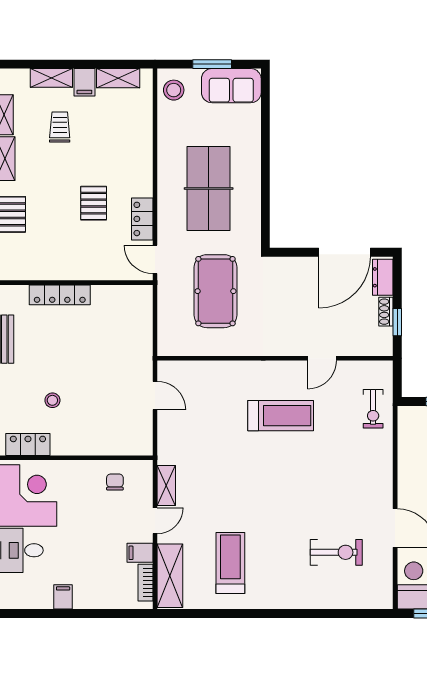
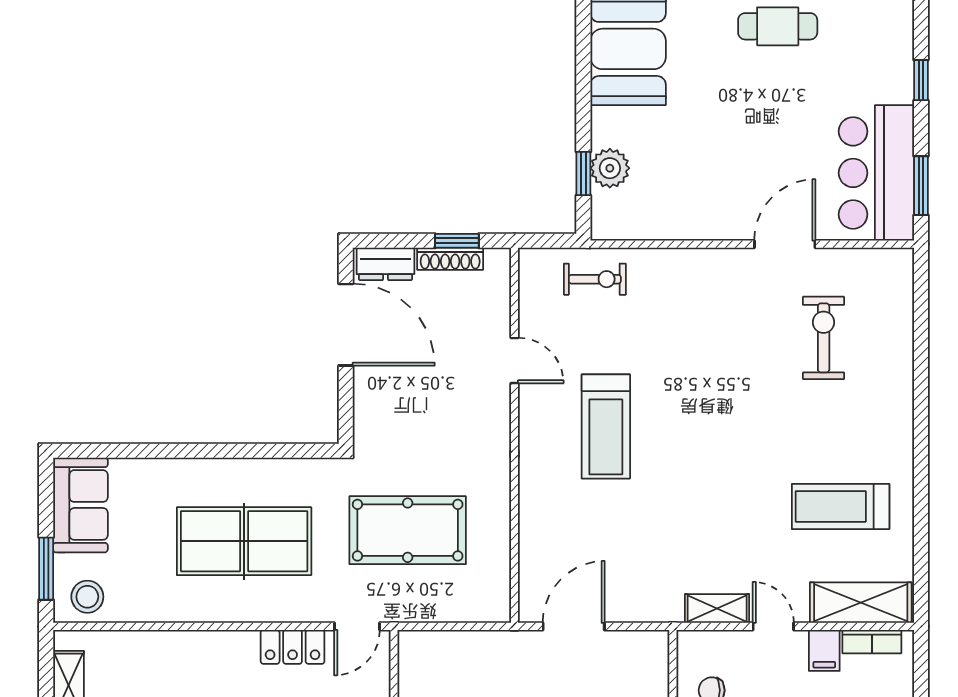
window: (212, 64) -> (46, 569), moved
shoe rack: (386, 312) -> (450, 259), width x1.43
door: (155, 395) -> (574, 626), width x1.38
treadmill: (281, 416) -> (606, 426), turned 180

